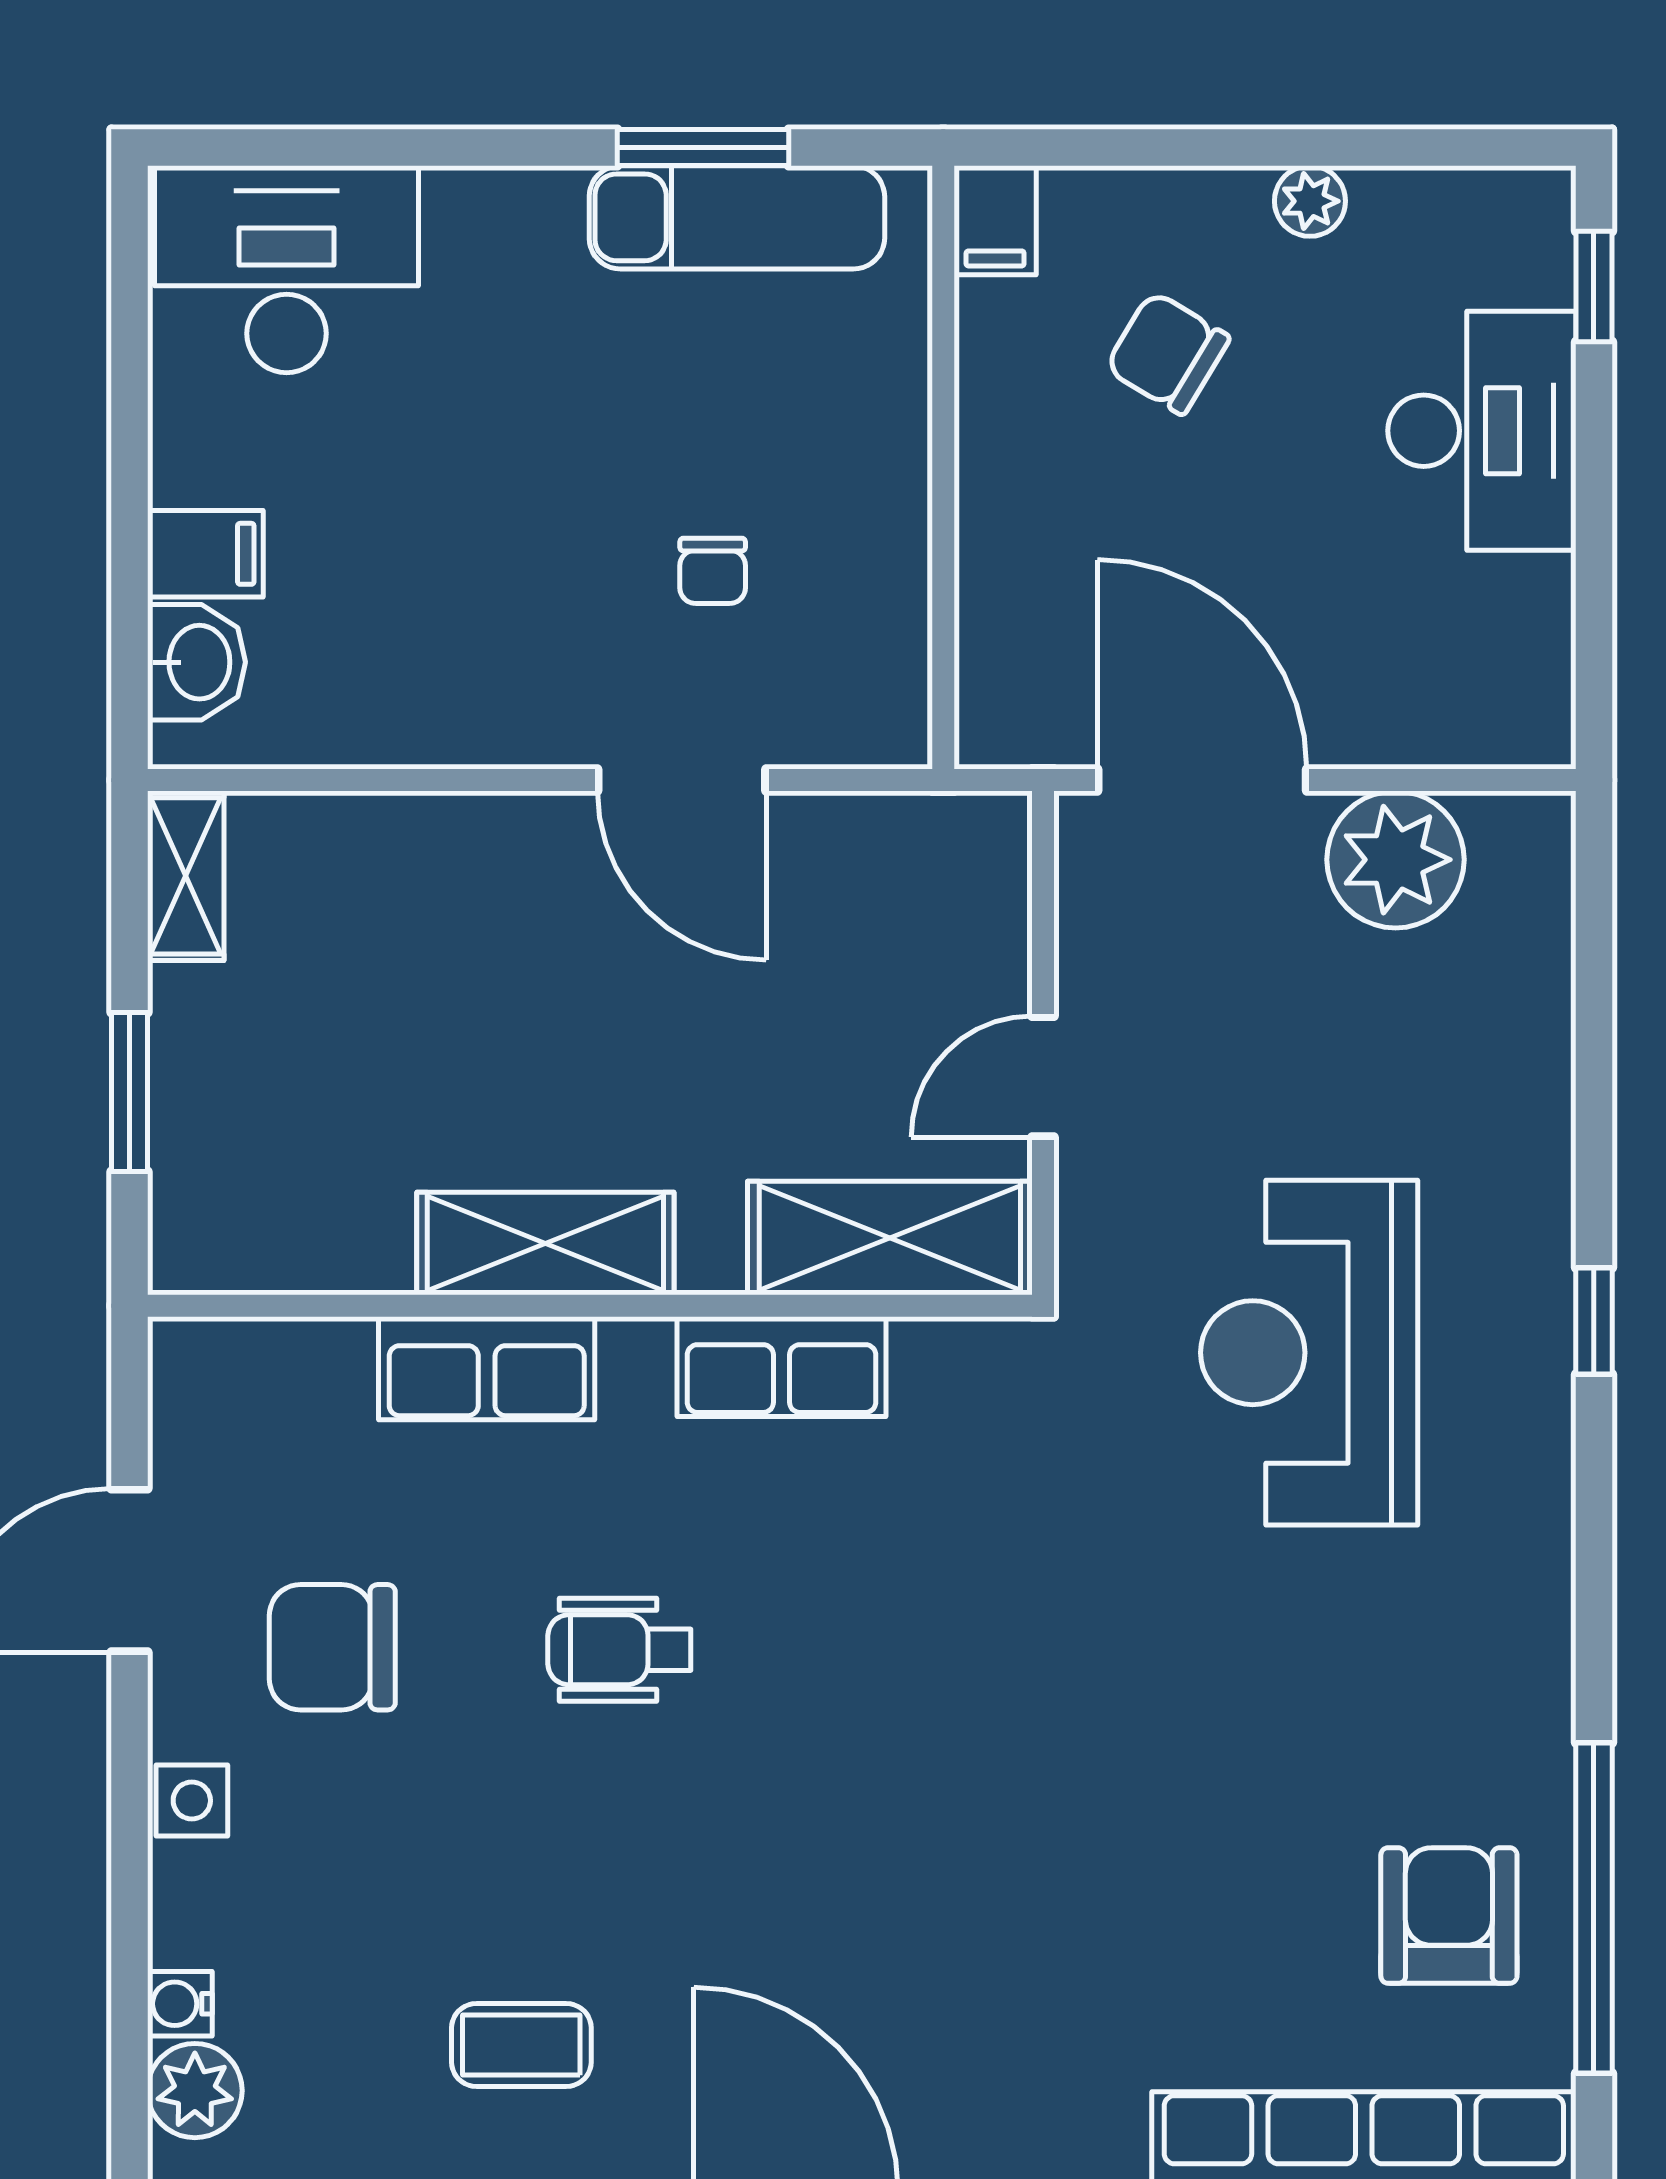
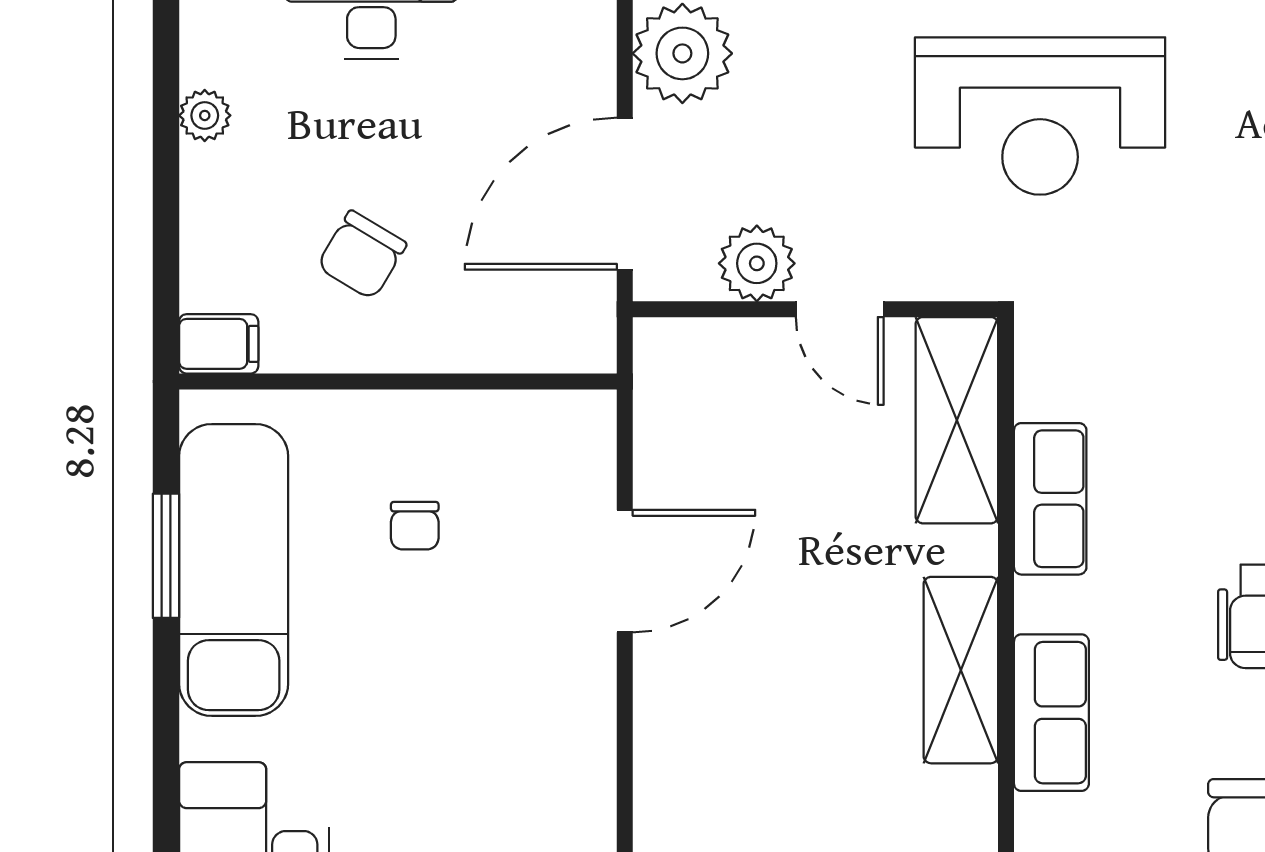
exam couch: (737, 217) -> (234, 570), width x1.36, depth x1.45
chair: (1167, 353) -> (362, 255), moved
chair: (713, 571) -> (415, 526), moved, turned 90
plant: (1106, 962) -> (757, 263), added

